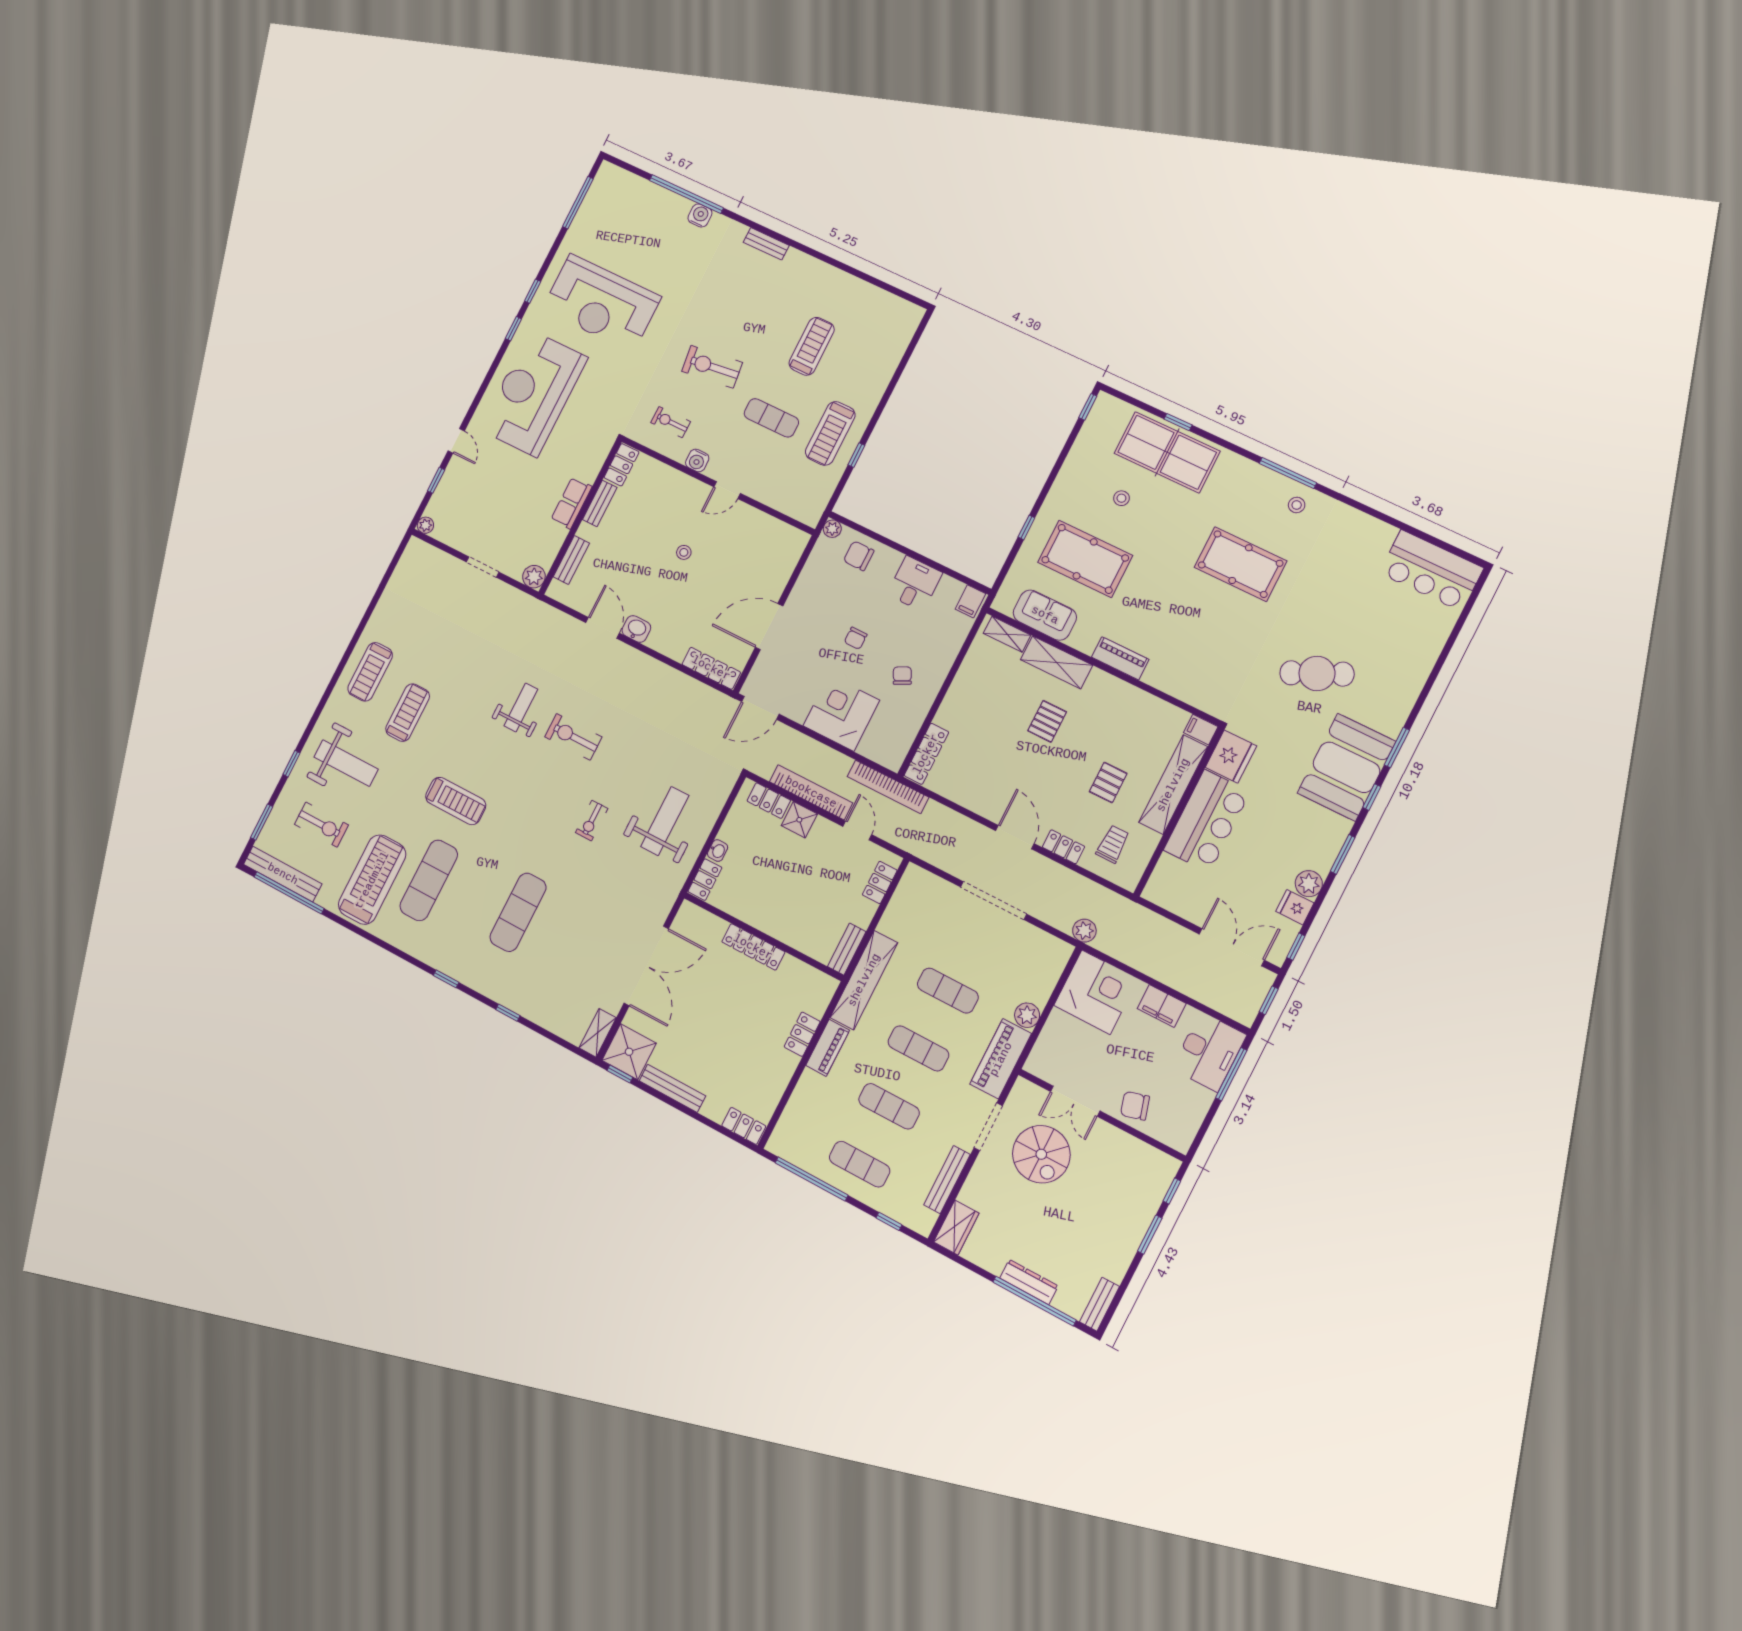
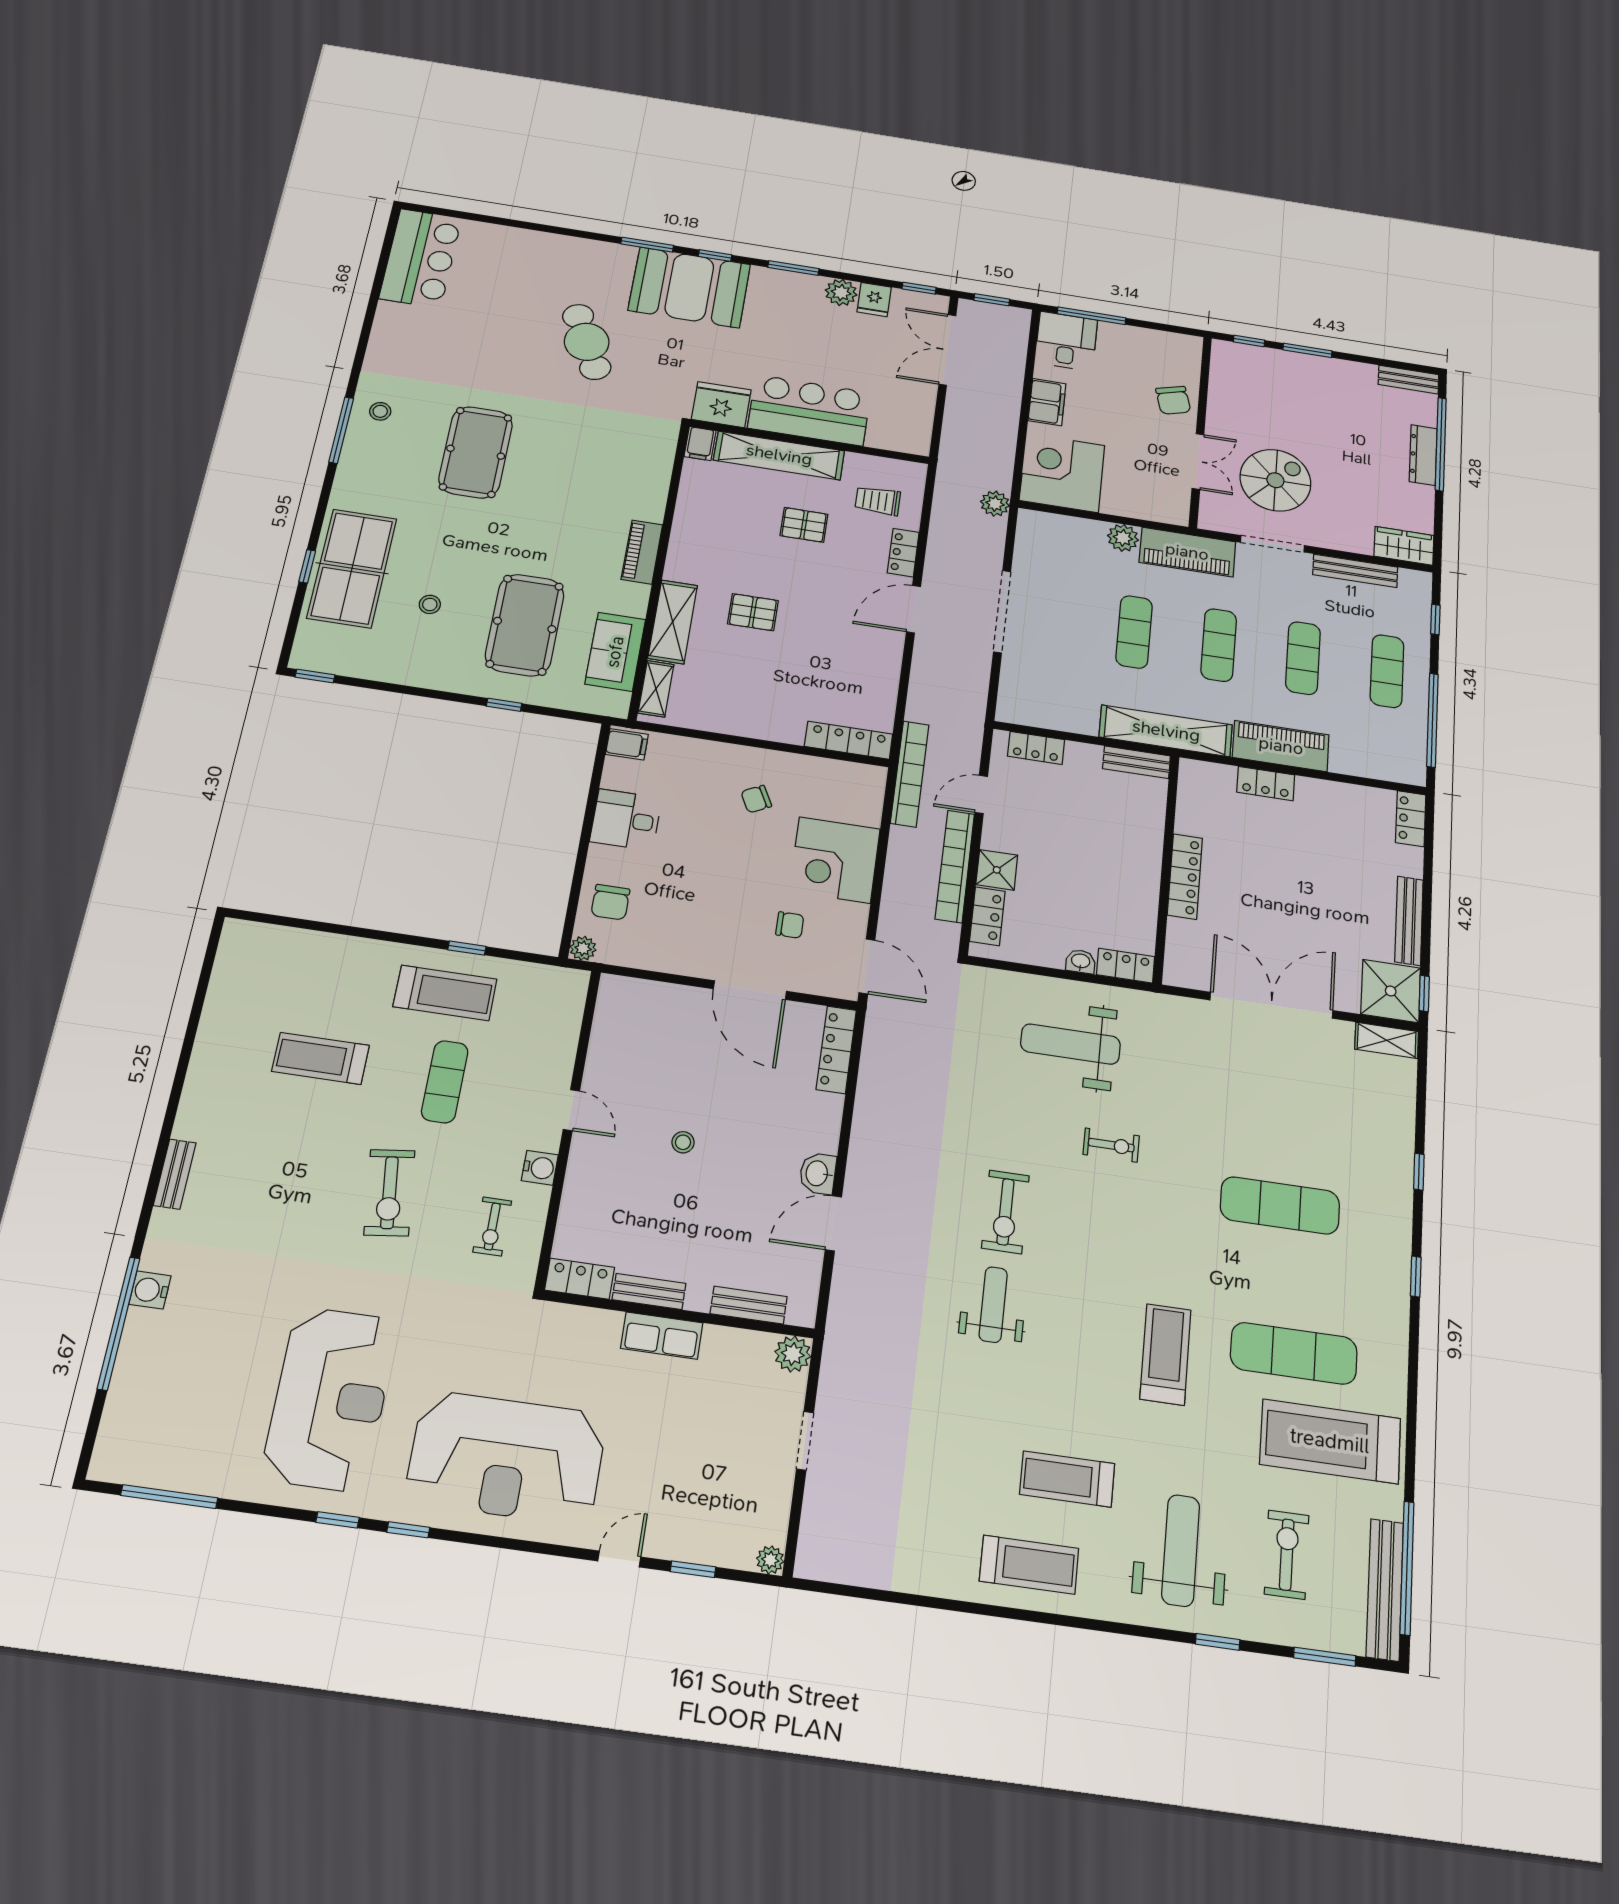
chair: (856, 638) -> (790, 925), moved
weight bench: (521, 708) -> (993, 1305), turned 90
piano: (828, 1048) -> (1281, 746), width x1.37, depth x1.33
desk: (1209, 1052) -> (1066, 341), width x0.73

